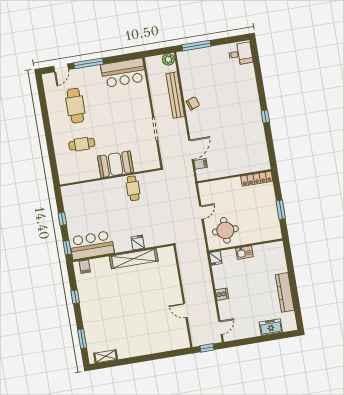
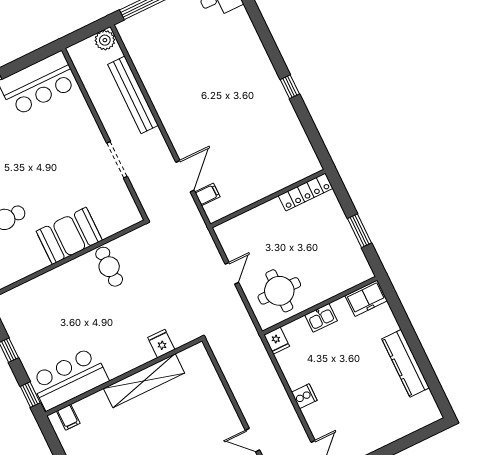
chair: (193, 103) -> (166, 100), removed
fridge: (138, 243) -> (161, 344), moved
freezer: (271, 327) -> (366, 298), moved, turned 180

